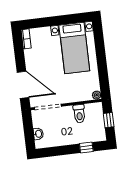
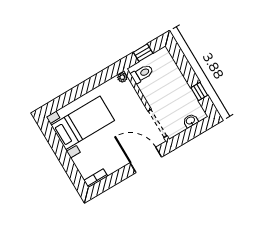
door: (23, 85) -> (146, 160), hinge flipped
toilet: (79, 114) -> (142, 74), moved
window: (86, 148) -> (199, 92), moved

